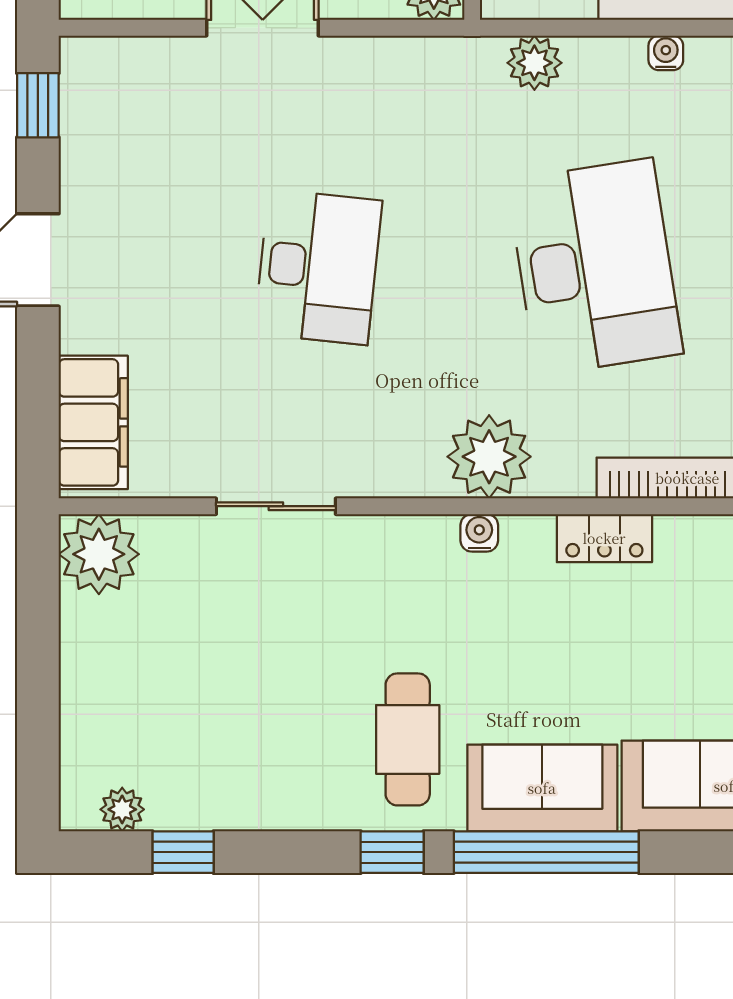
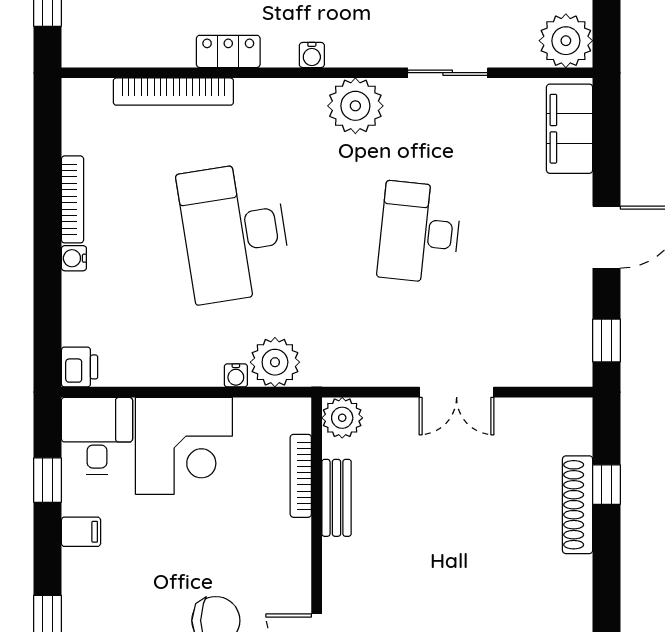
water cooler: (666, 53) -> (236, 375), moved
plant: (534, 63) -> (275, 362), width x1.36, depth x1.36
plant: (489, 457) -> (355, 106), moved

